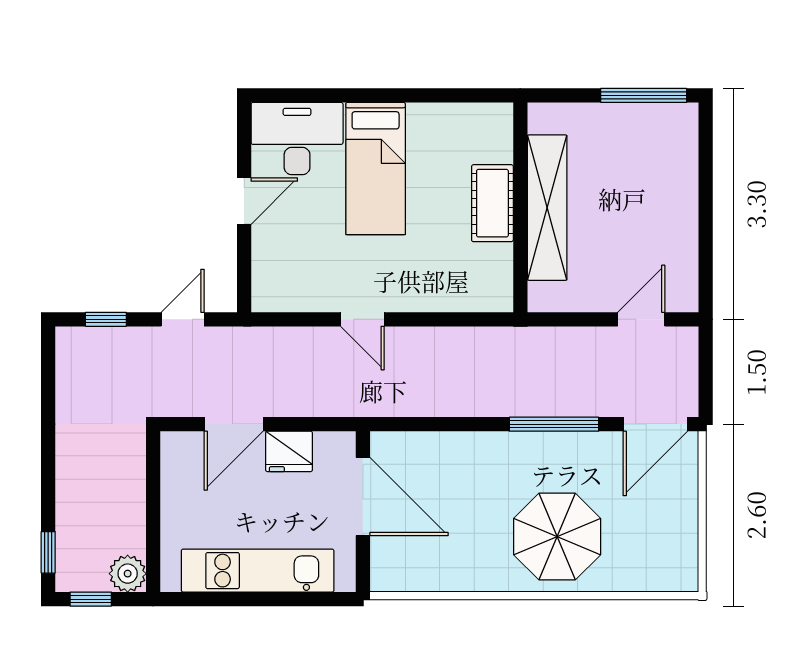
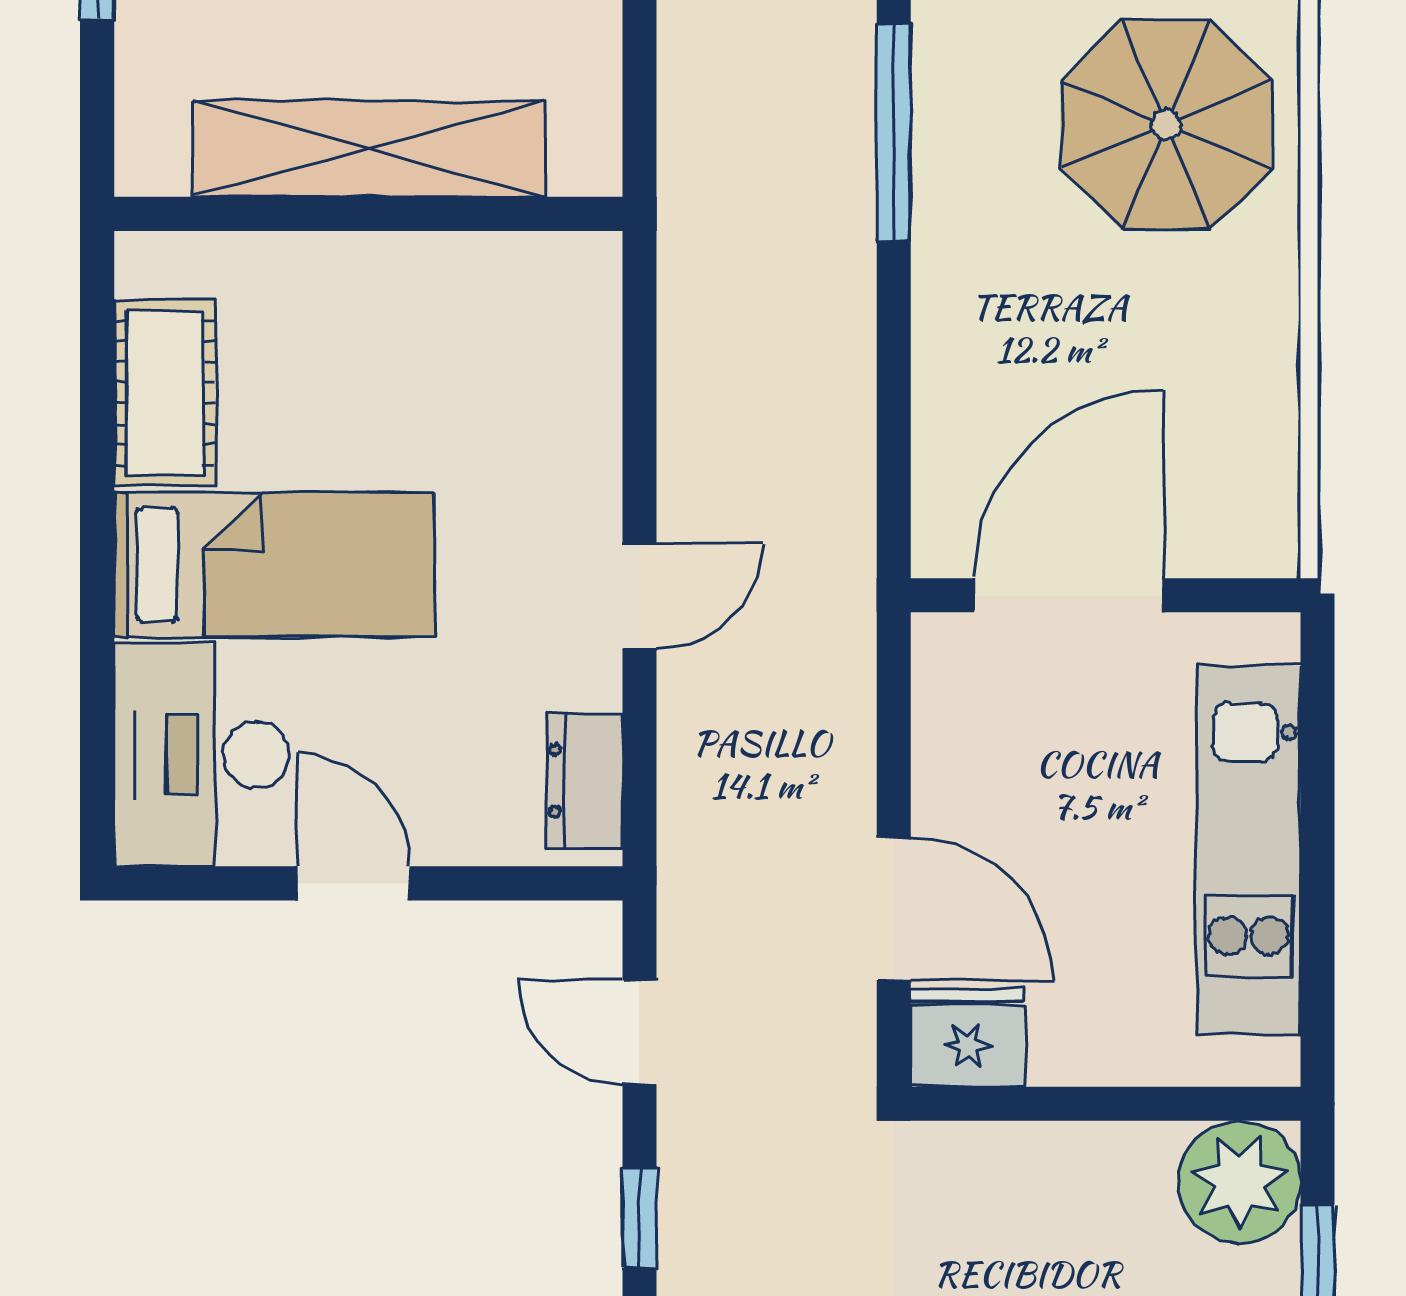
cot: (492, 203) -> (165, 393), moved, turned 90
dresser: (286, 297) -> (584, 780), added
fridge: (289, 451) -> (967, 1038), moved, turned -90
plant: (128, 574) -> (1239, 1182), width x1.36, depth x1.36

